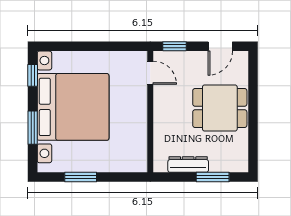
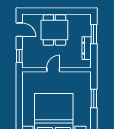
door: (150, 73) -> (53, 70), moved
window: (81, 177) -> (94, 99), moved

